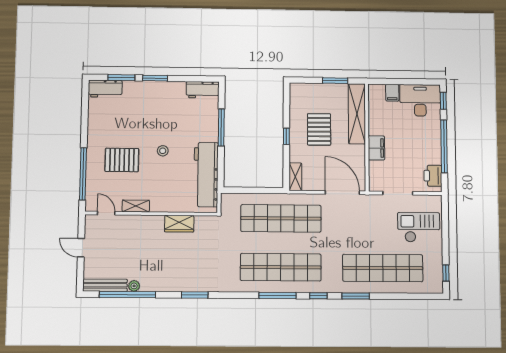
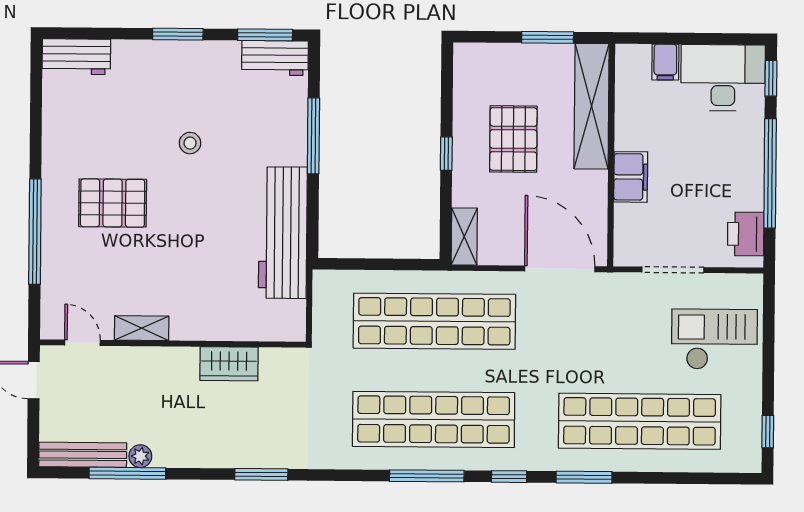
window: (121, 78) -> (265, 35), moved
stool: (163, 151) -> (190, 143), moved
shelving: (136, 206) -> (142, 328), moved
door: (106, 213) -> (82, 343), moved
wall: (151, 214) -> (173, 344), moved
wardrobe: (179, 224) -> (229, 364), moved
window: (127, 295) -> (127, 473), width x0.68

